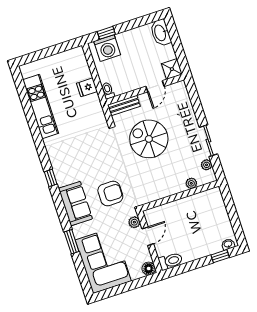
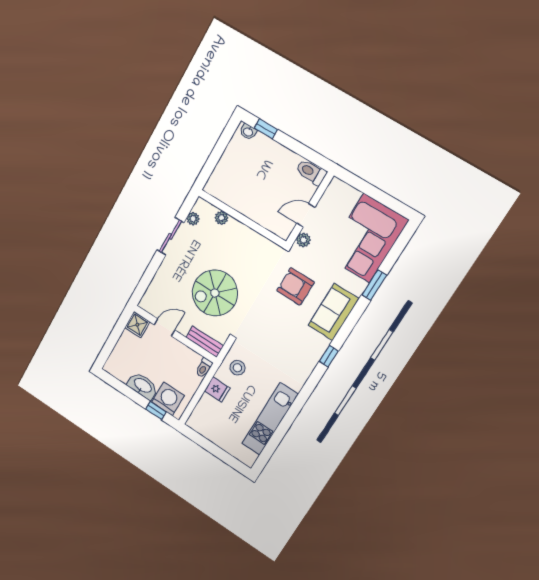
washbasin: (160, 33) -> (143, 386), moved, turned -90
stool: (90, 113) -> (237, 368), added
spiral stairs: (149, 139) -> (215, 293), turned 90
floor lamp: (149, 269) -> (337, 187), removed

